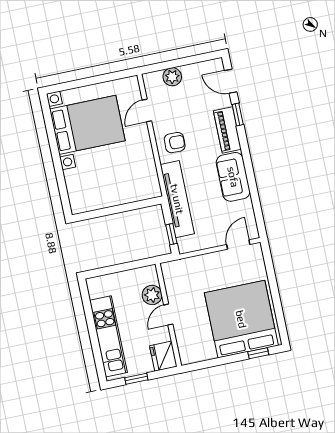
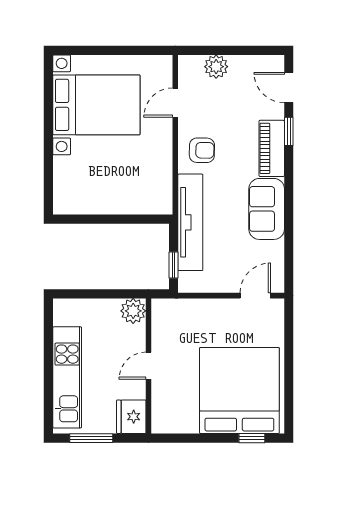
plant: (152, 295) -> (133, 311), moved
window: (136, 379) -> (91, 438), width x1.50

